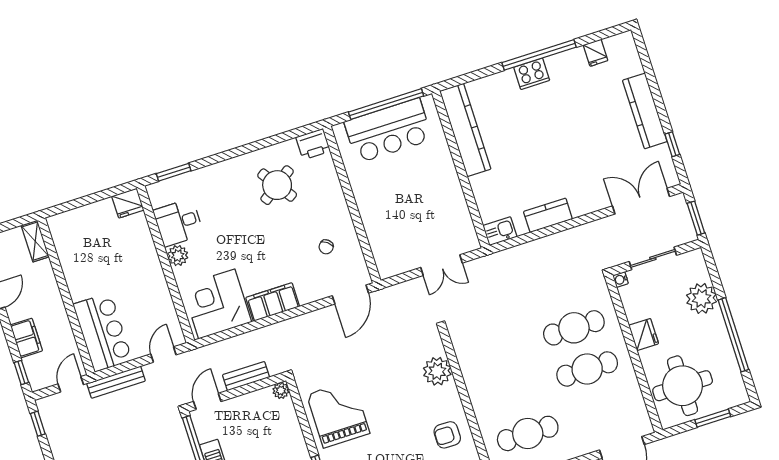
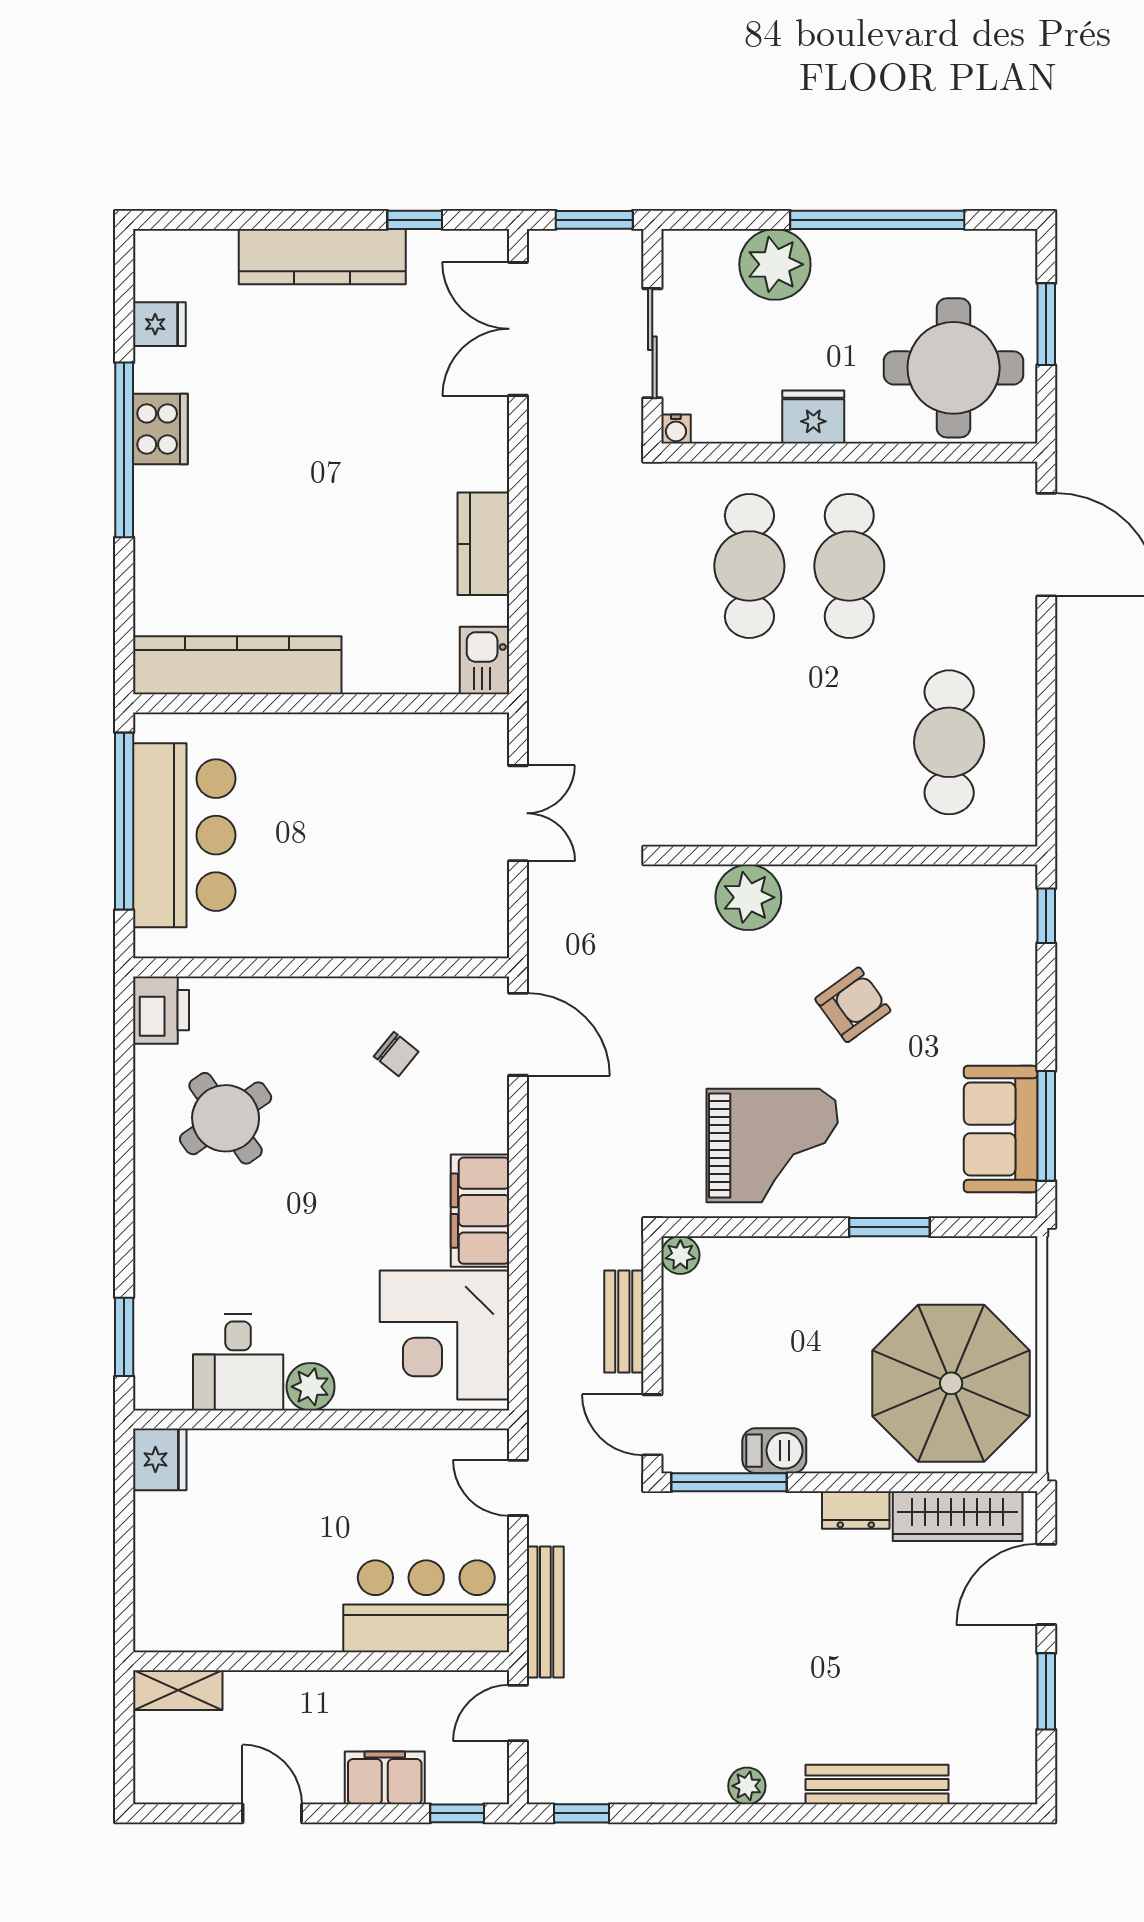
cooker: (532, 74) -> (160, 429), moved
door: (71, 384) -> (518, 1713), hinge flipped
grand piano: (338, 414) -> (772, 1146), turned 180
armchair: (447, 435) -> (853, 1005), moved, turned -126

